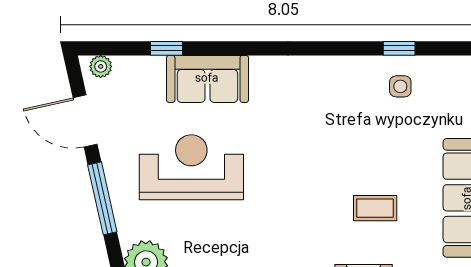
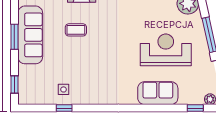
window: (167, 48) -> (195, 108), moved
reception desk: (191, 167) -> (166, 50), turned 180

